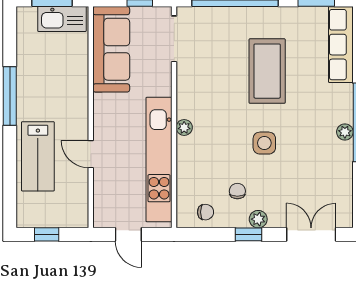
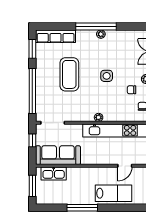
kitchen sink: (62, 19) -> (54, 173), moved, turned 90
coffee table: (267, 71) -> (69, 74), turned 90
door: (91, 154) -> (125, 166), moved

